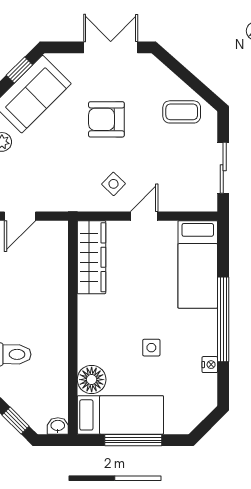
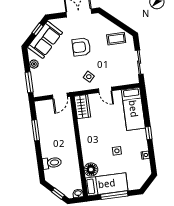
door: (20, 216) -> (60, 96), moved
door: (144, 216) -> (105, 90), swing flipped
wardrobe: (91, 257) -> (82, 107), width x0.67
window: (223, 319) -> (149, 133), width x0.32

